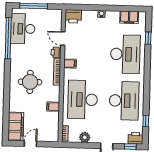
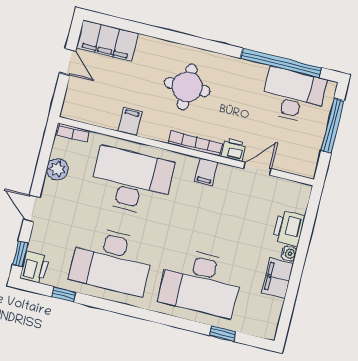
printer: (73, 16) -> (289, 228), moved
filing cabinet: (129, 17) -> (278, 278), moved

